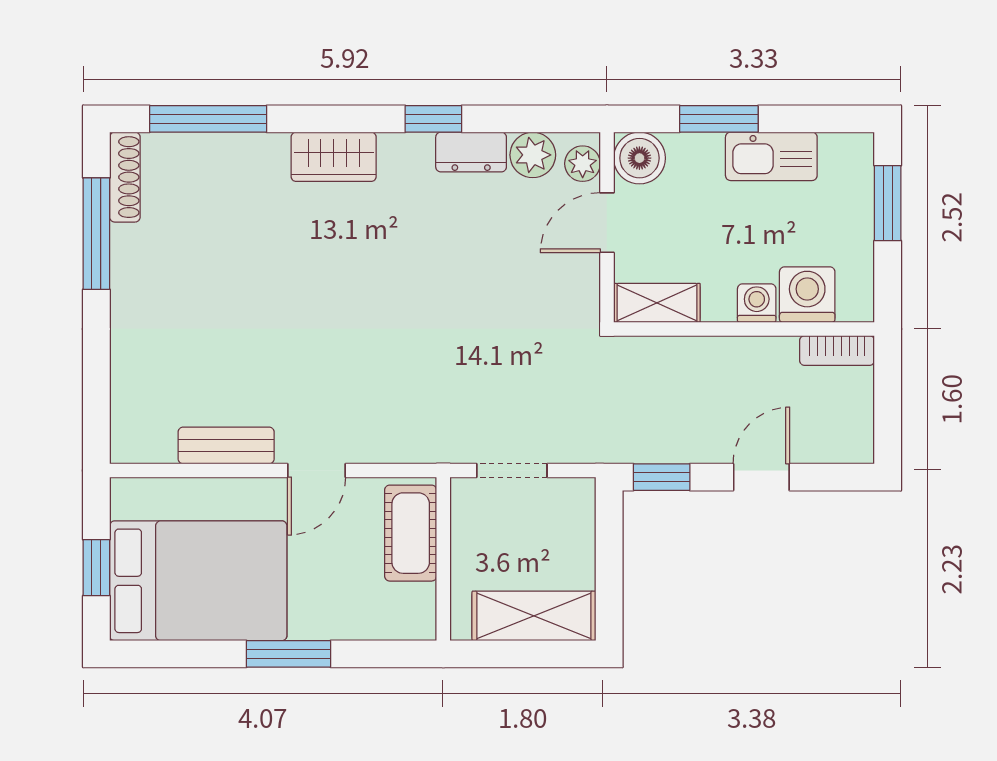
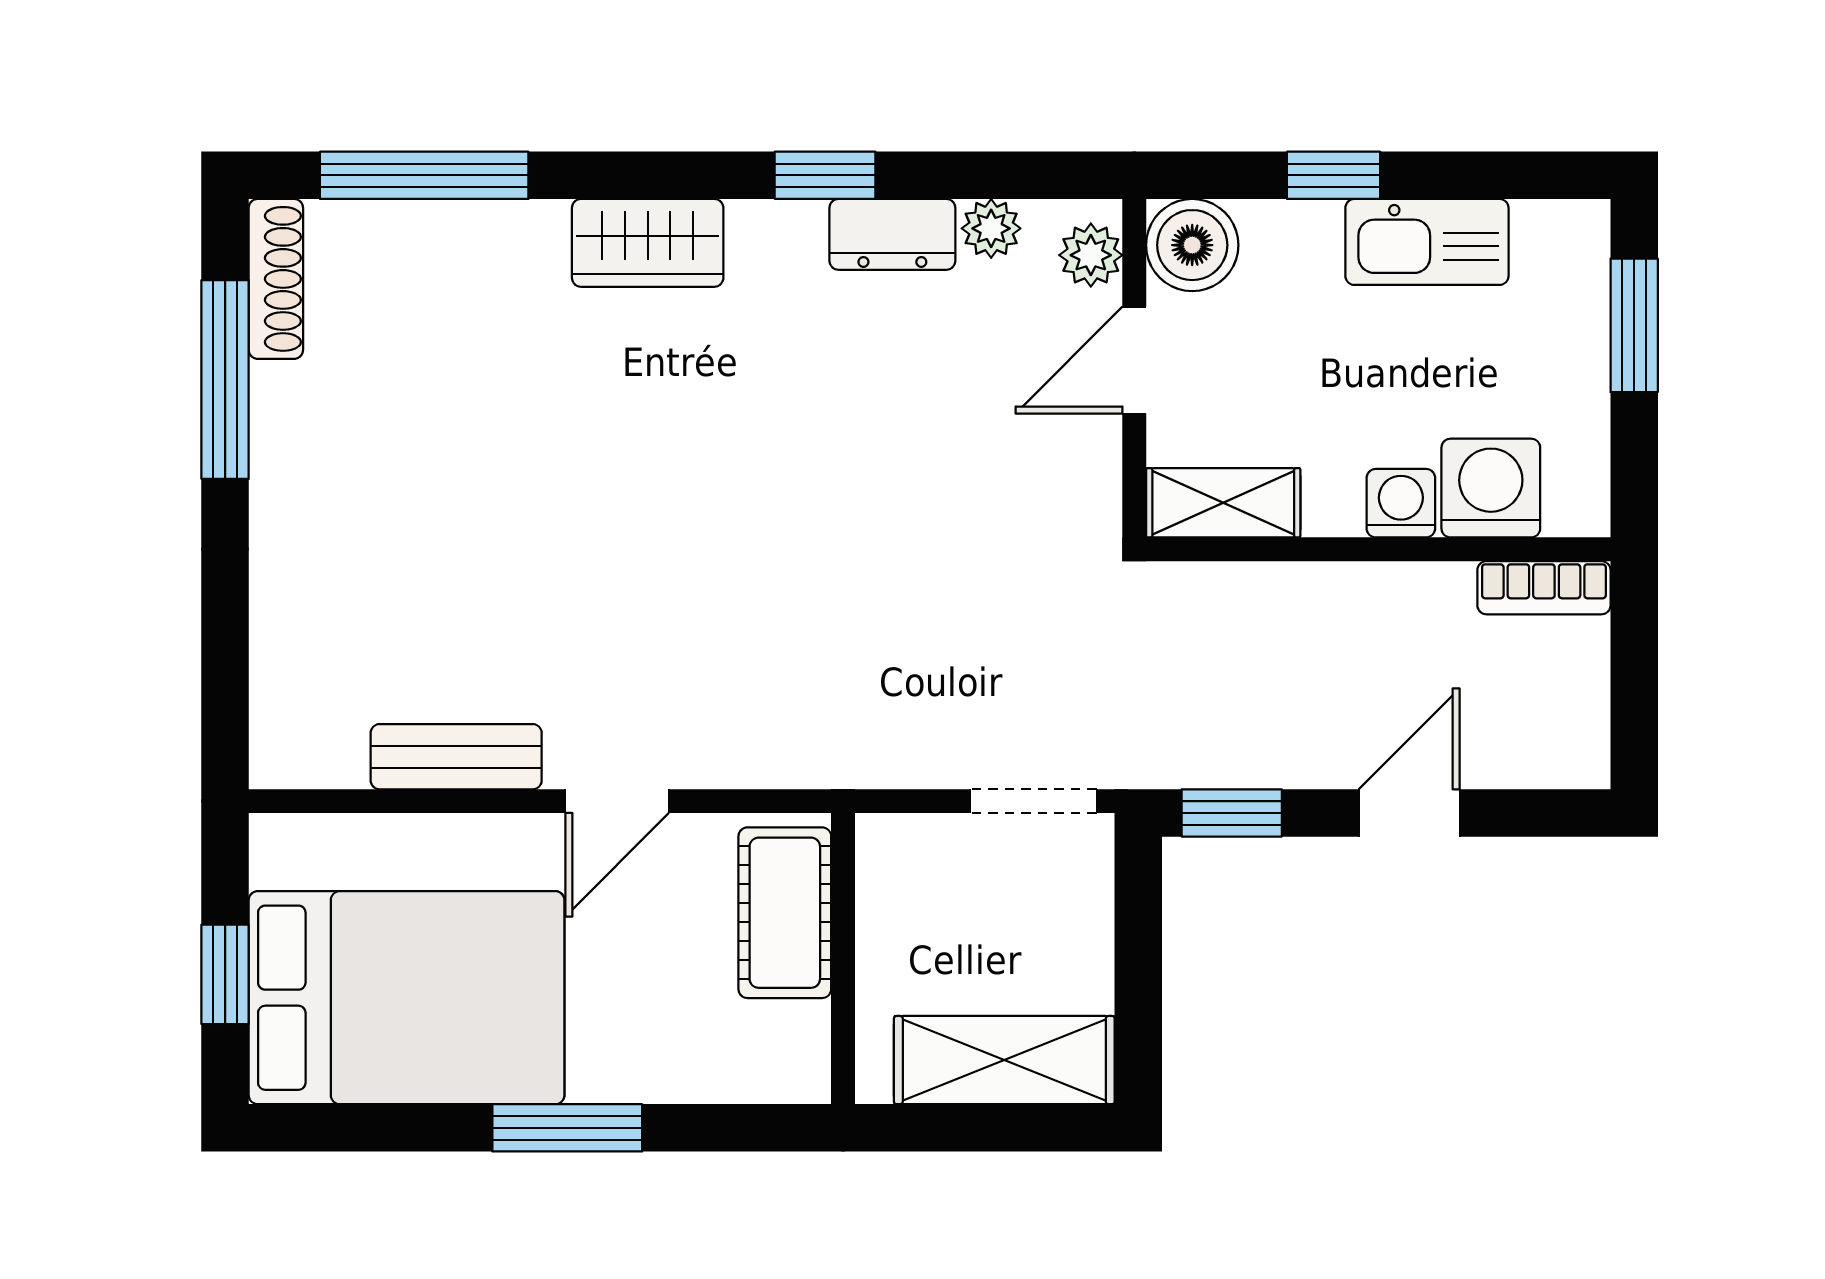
window: (719, 119) -> (1334, 175), width x0.67
plant: (533, 155) -> (991, 228), width x0.73, depth x0.73
doorway: (512, 470) -> (1034, 801), moved

